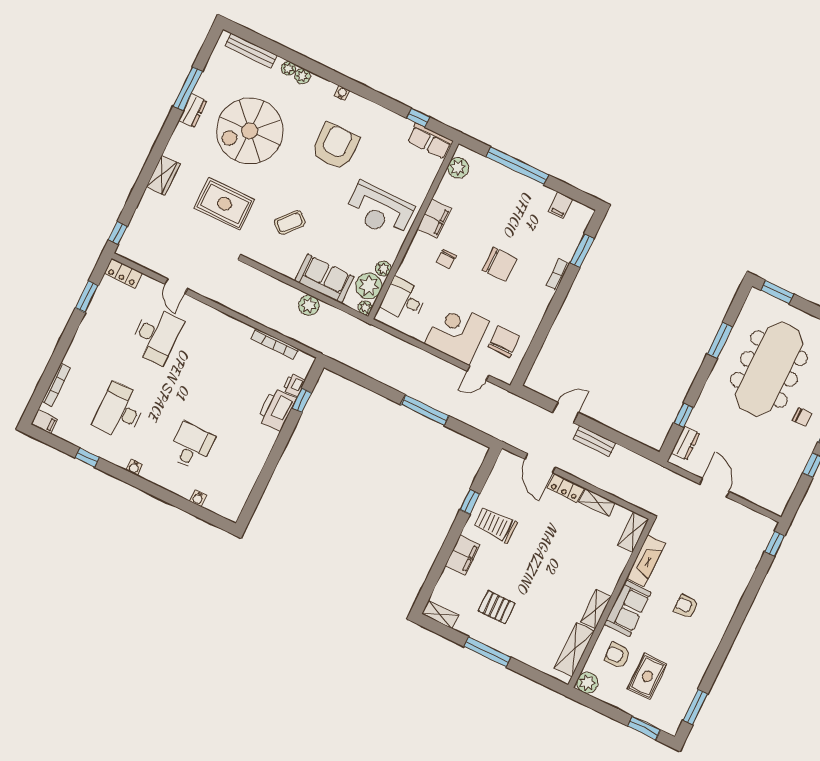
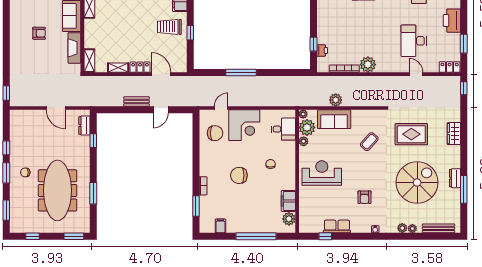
row of seats: (430, 141) -> (337, 226), moved
armchair: (335, 146) -> (364, 197), width x0.53, depth x0.53
filing cabinet: (434, 219) -> (288, 201), moved
plant: (238, 334) -> (368, 65), added
chair: (504, 342) -> (215, 133), turned -90
printer: (276, 409) -> (452, 21), moved, turned 180
trolley: (496, 525) -> (169, 27), turned 180

